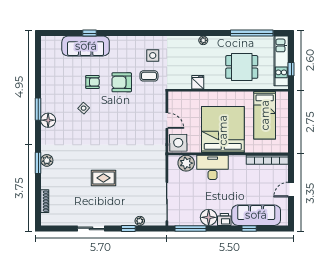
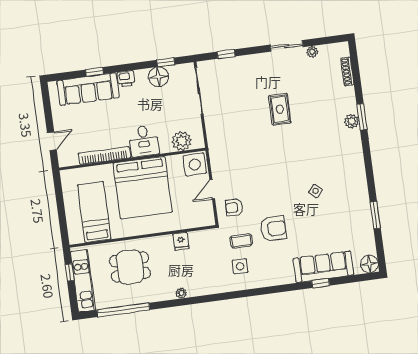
armchair: (92, 82) -> (234, 207), moved
window: (38, 109) -> (375, 215), moved
floor lamp: (48, 120) -> (369, 264), moved
door: (167, 121) -> (212, 189), hinge flipped
bookcase: (267, 160) -> (105, 156), moved
desk: (213, 167) -> (144, 141), width x0.73
rug: (103, 178) -> (280, 109), turned 90
door: (291, 190) -> (52, 141), moved
floor lamp: (209, 217) -> (158, 77), moved
plant: (140, 221) -> (312, 52), moved
window: (128, 228) -> (226, 54), moved
window: (190, 228) -> (166, 62), width x0.46

